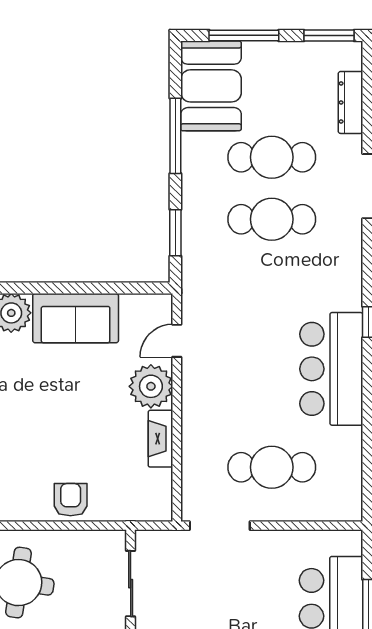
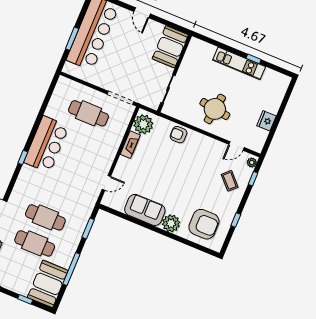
window: (244, 35) -> (25, 299), width x0.46
plant: (151, 386) -> (143, 124), moved
armchair: (71, 500) -> (179, 135), turned 90

